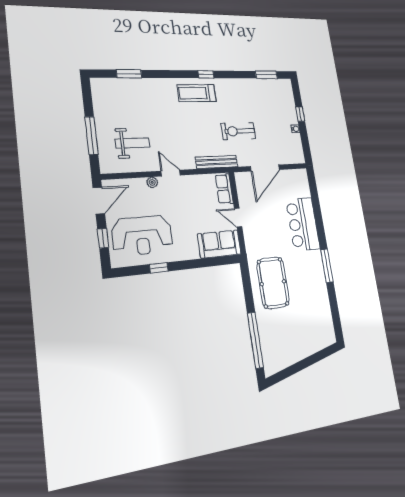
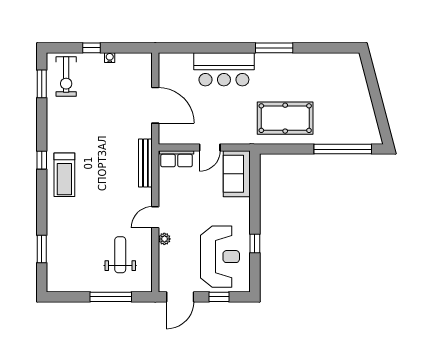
exercise bike: (238, 131) -> (66, 76), moved
door: (99, 201) -> (180, 297), swing flipped

